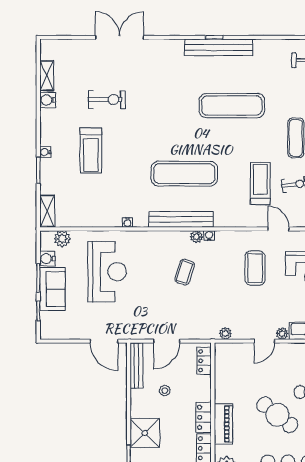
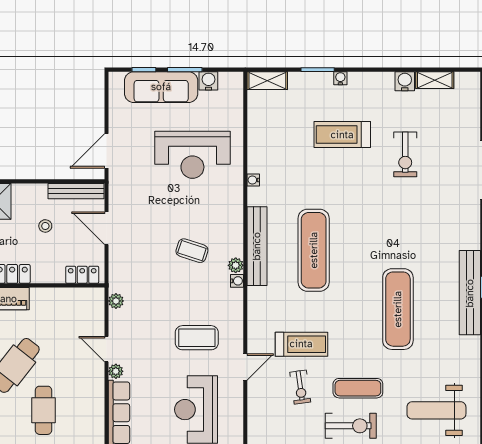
plant: (62, 239) -> (233, 99), removed
sofa: (52, 289) -> (161, 87), width x1.36

